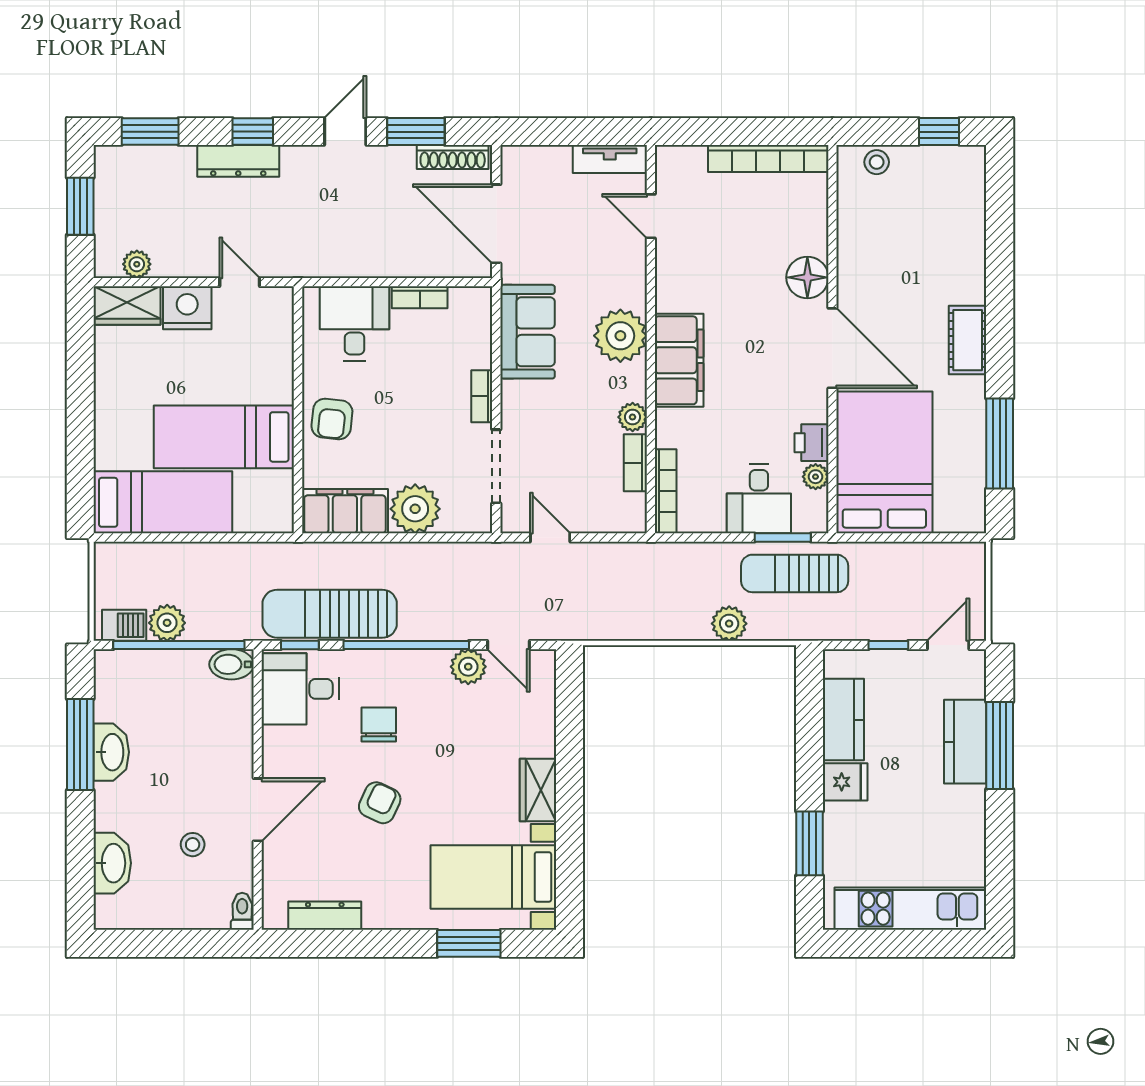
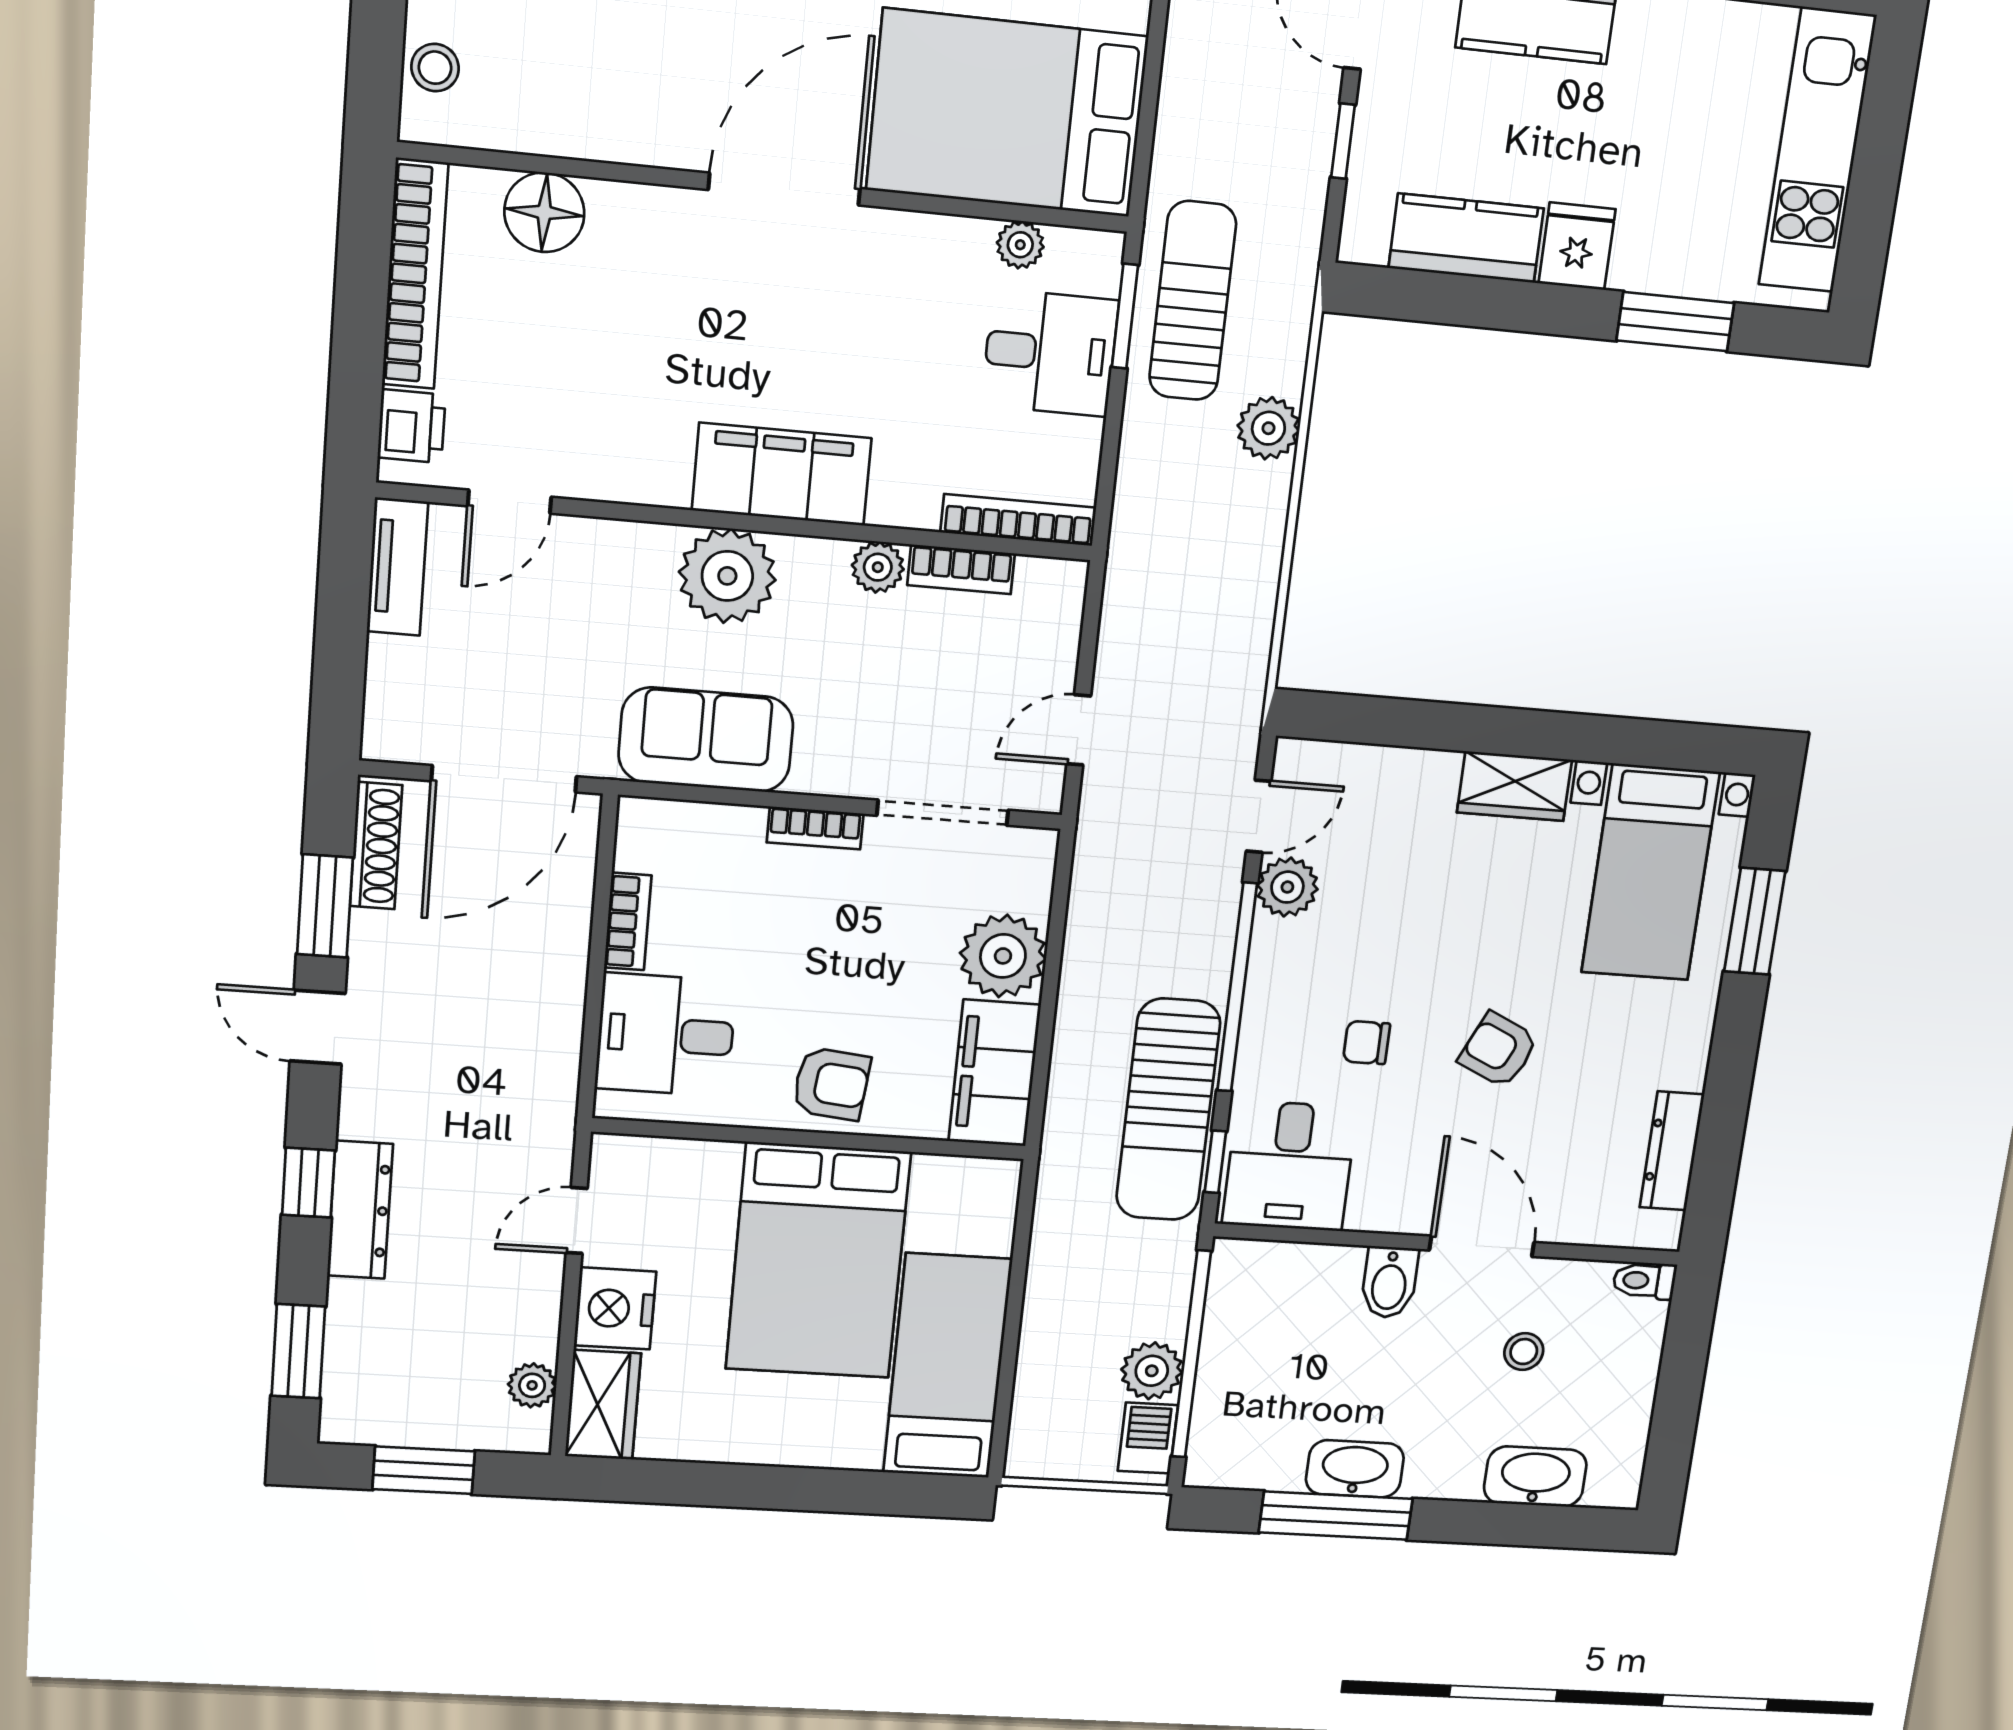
floor lamp: (807, 277) -> (544, 212), moved
bed: (224, 437) -> (818, 1261), width x1.50
printer: (811, 443) -> (412, 426), moved, turned -90
sun lounger: (795, 573) -> (1193, 301), turned 180
bidet: (232, 664) -> (1389, 1282), moved
chair: (379, 724) -> (1367, 1042), width x0.73, depth x0.73

